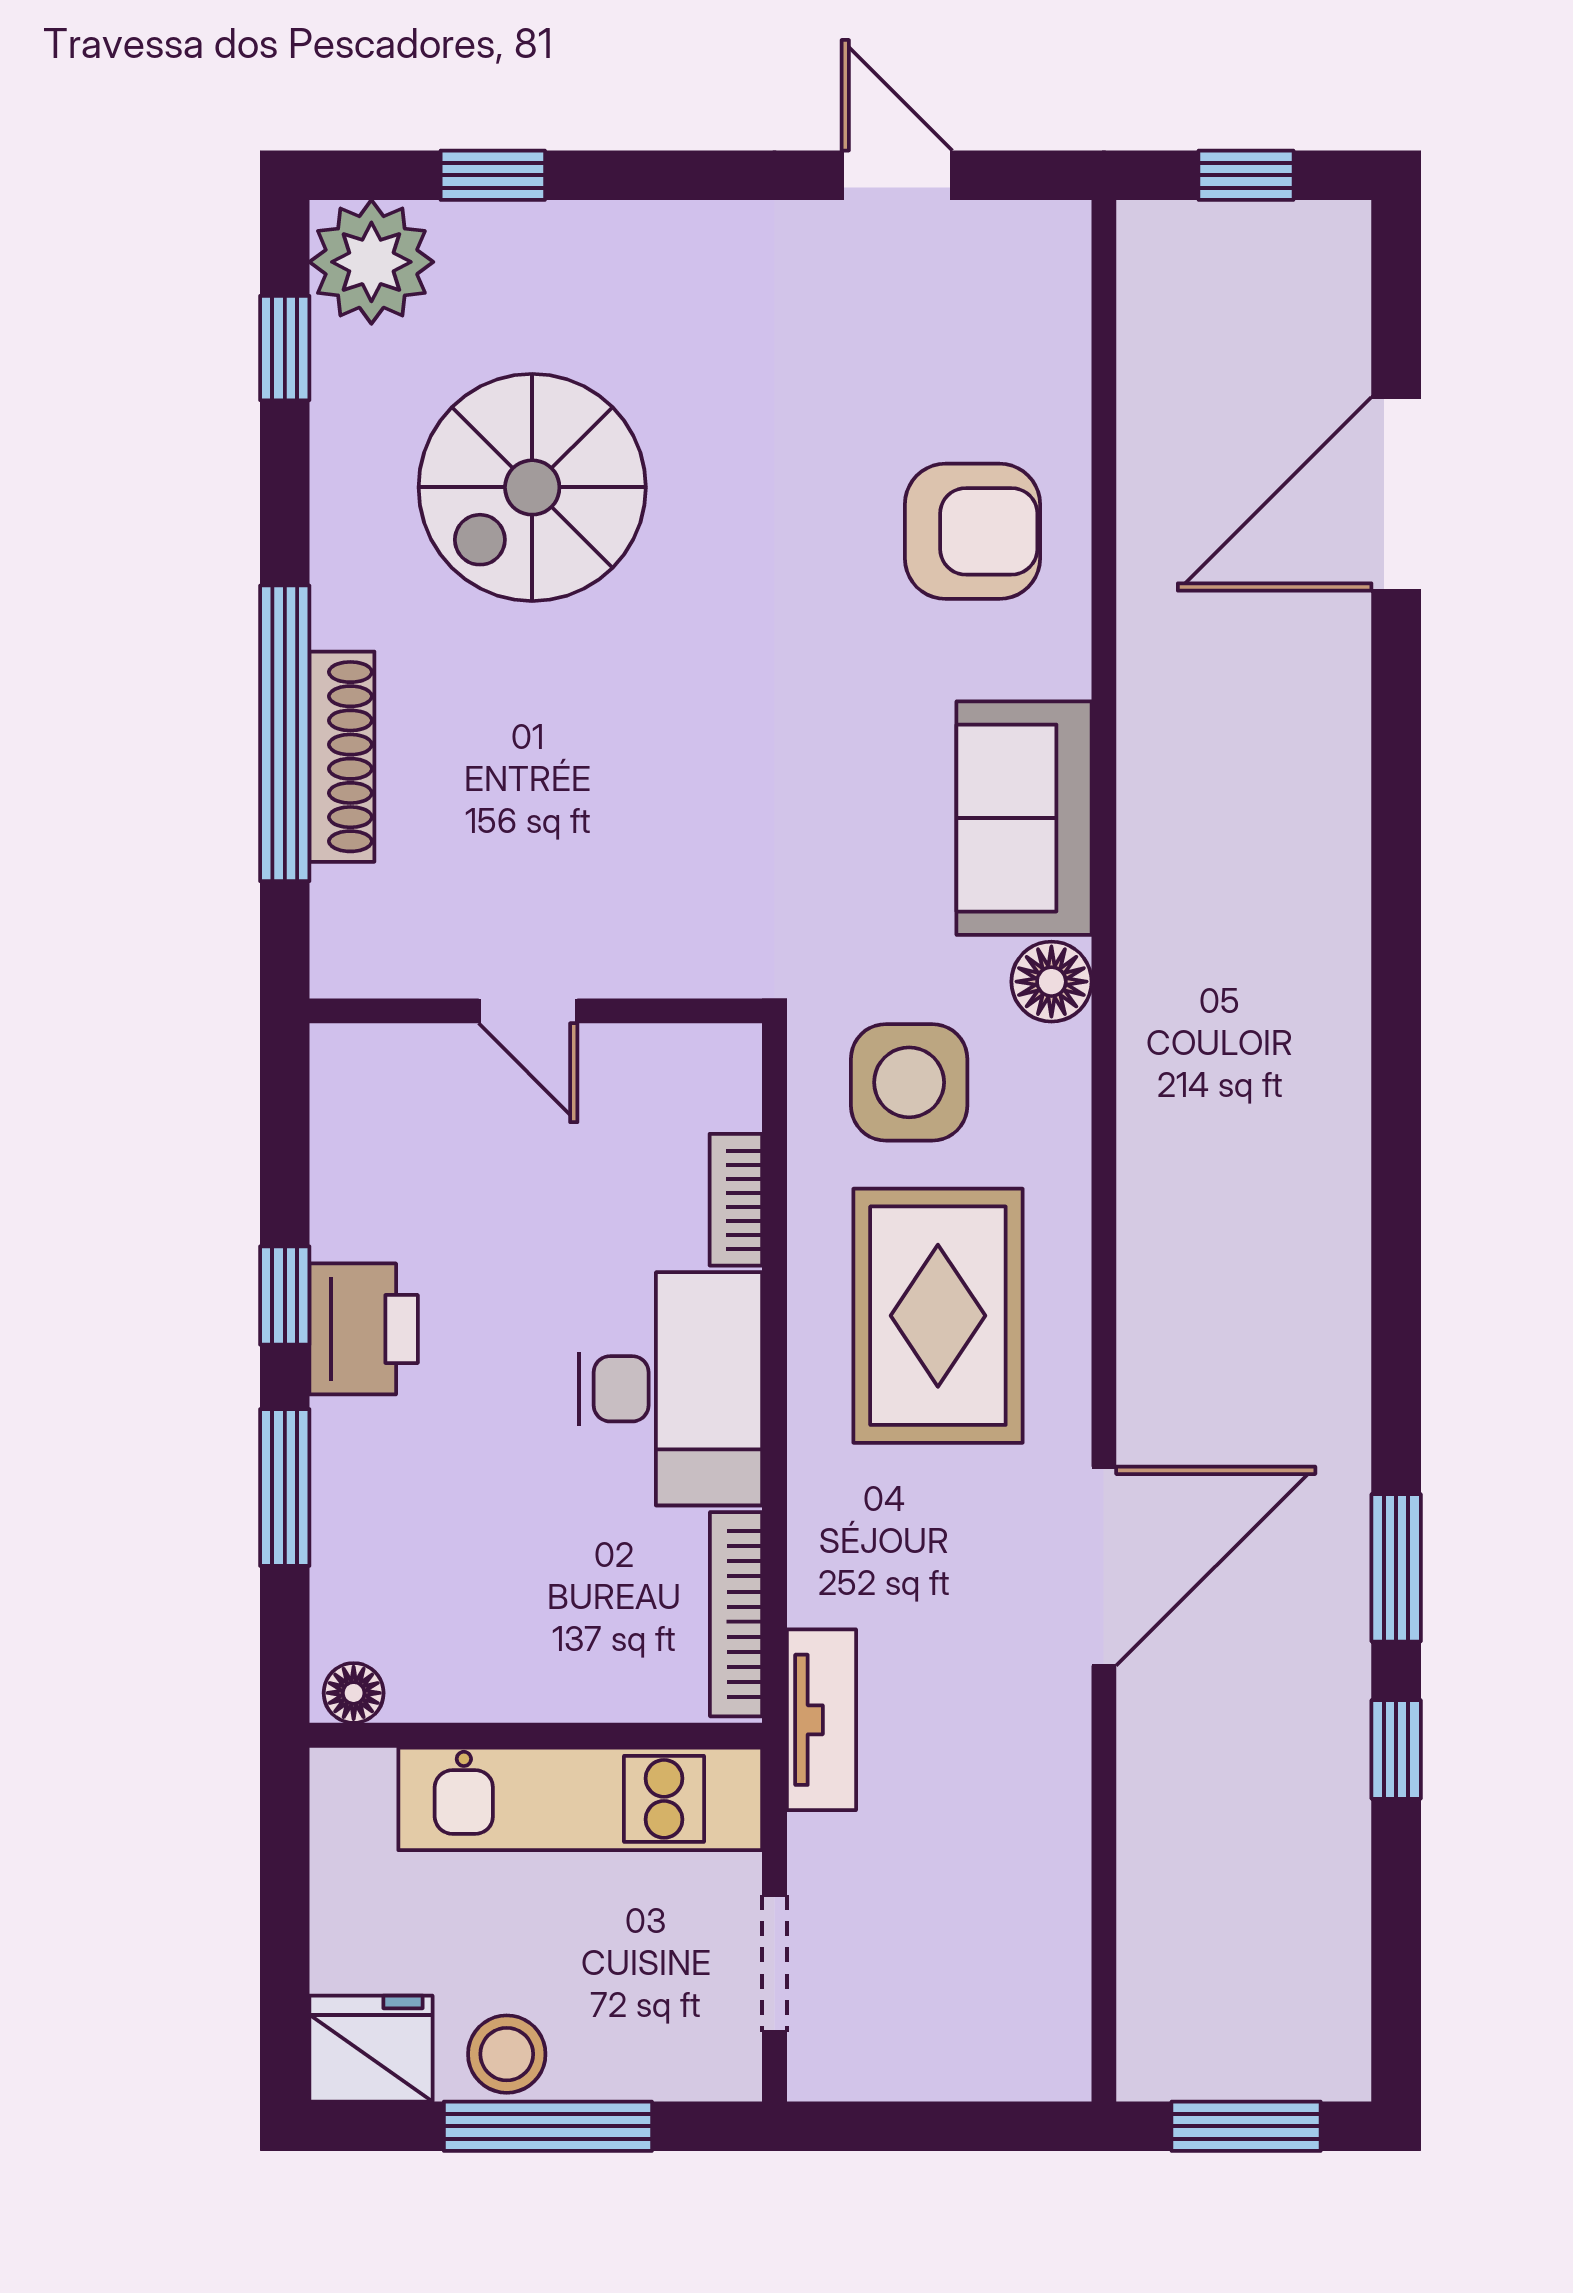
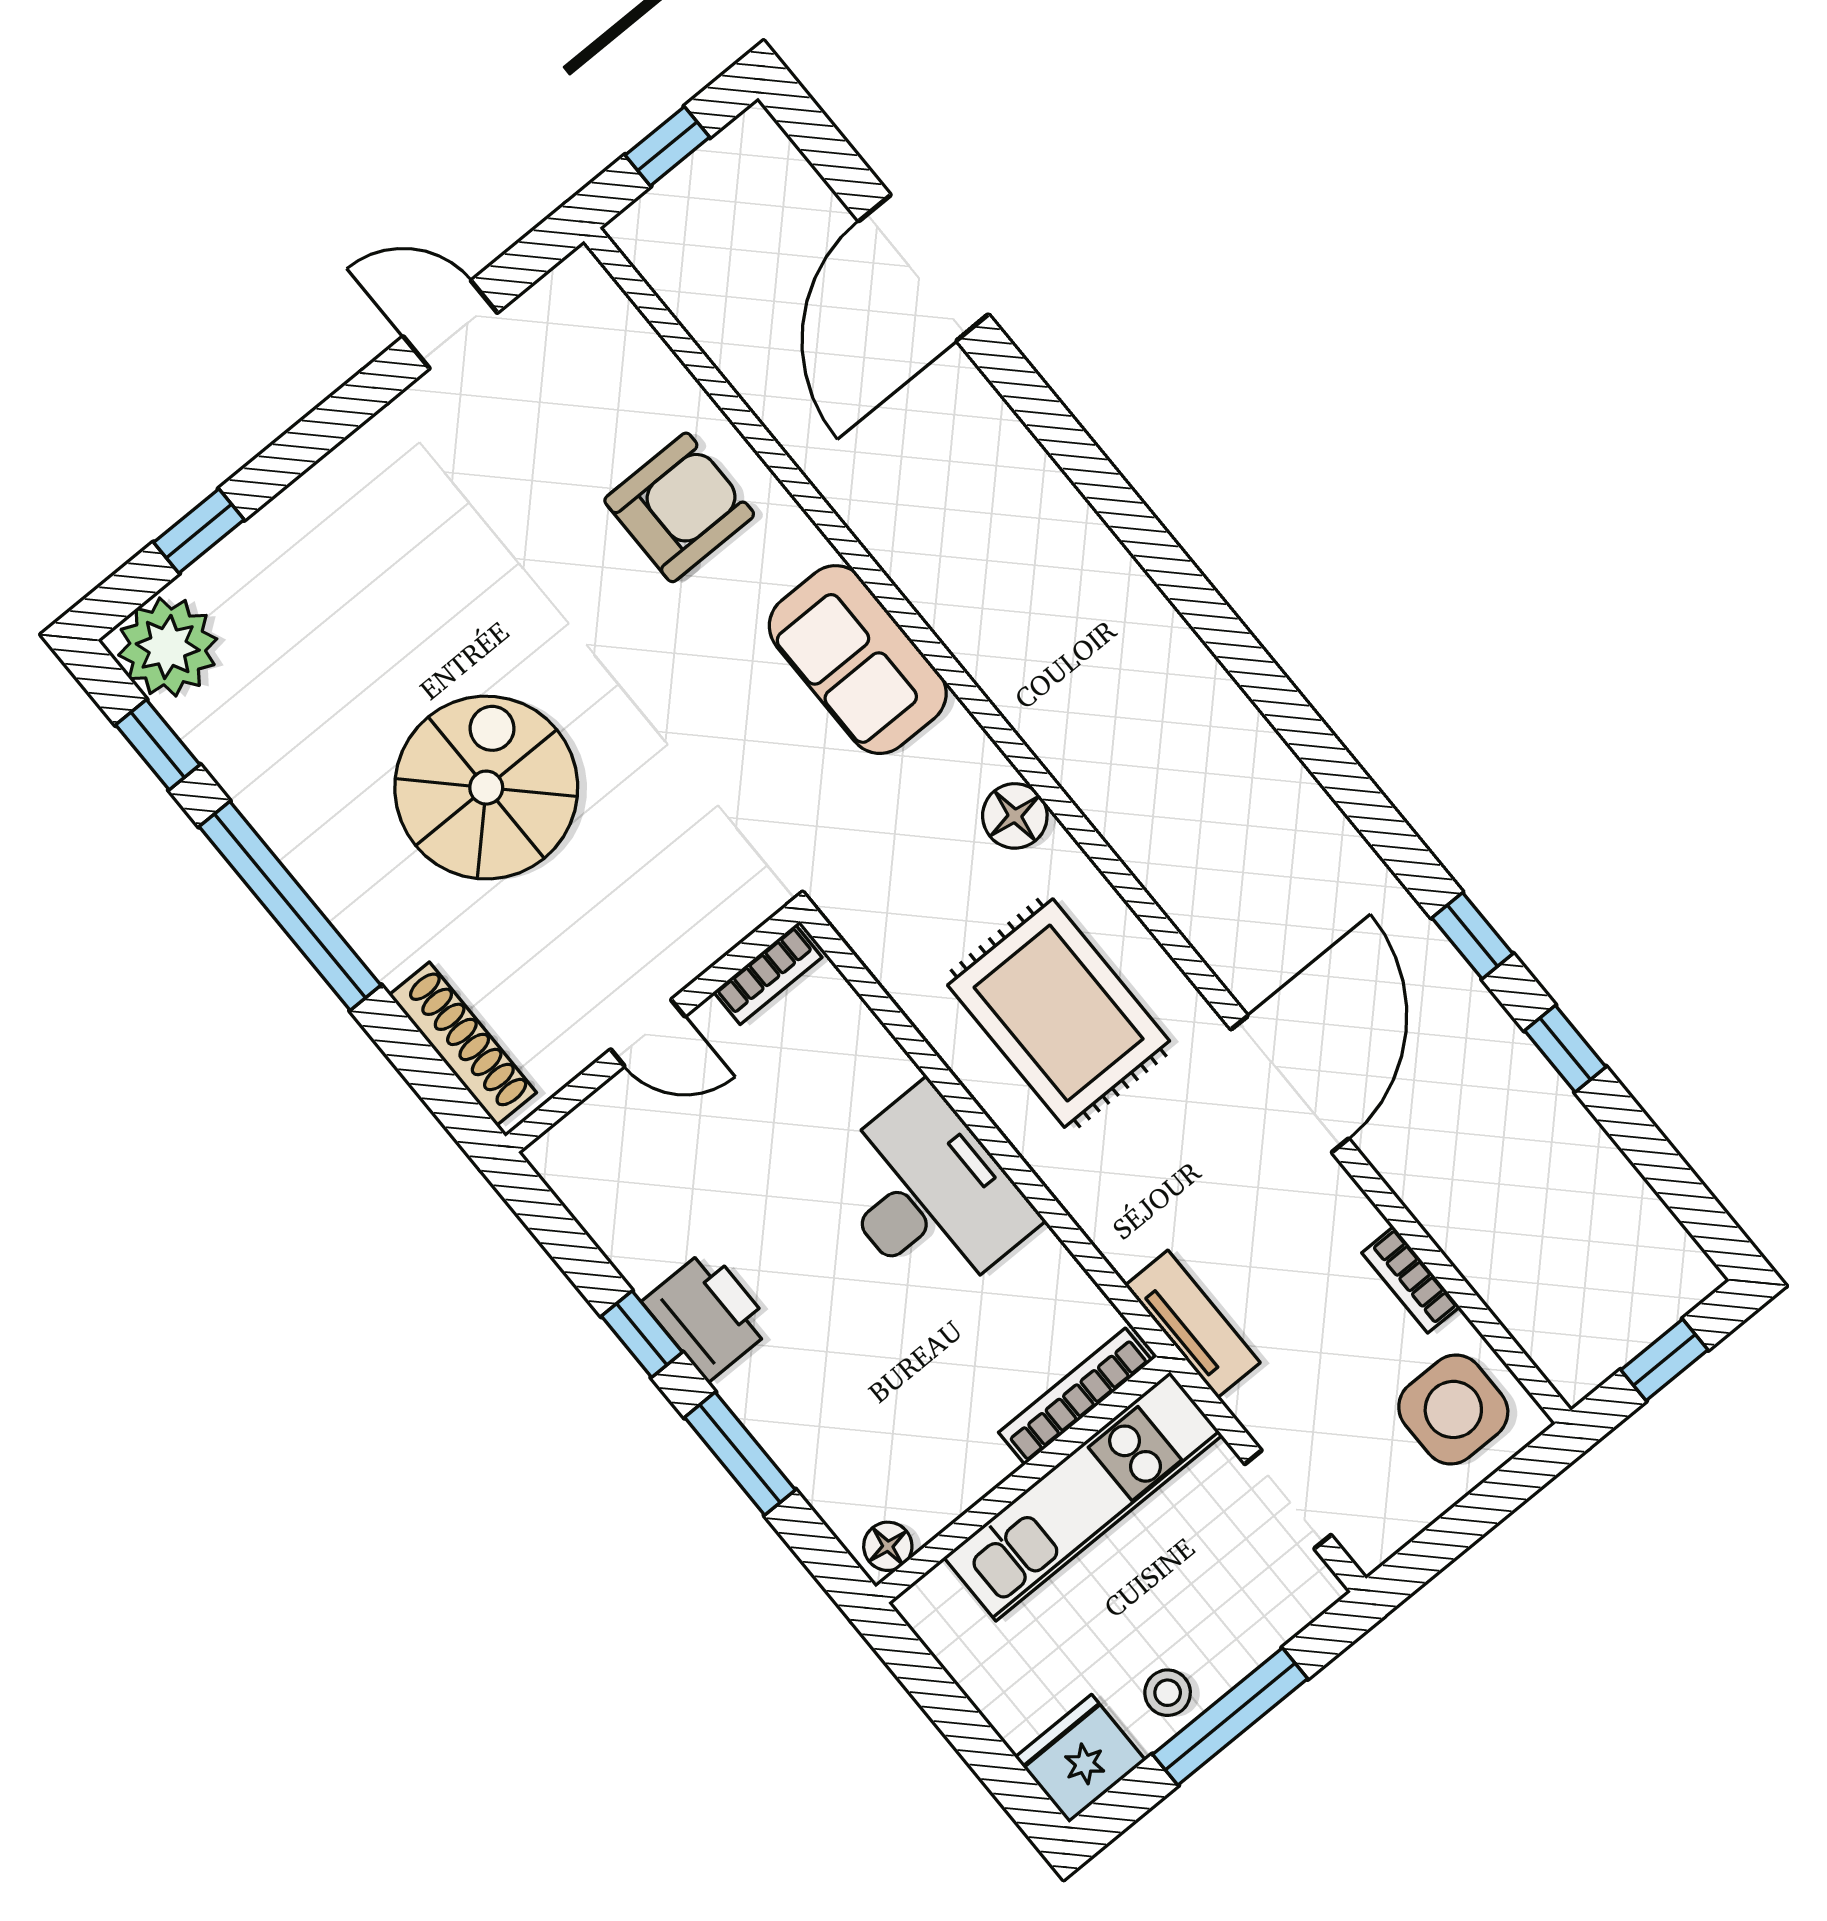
spiral stairs: (532, 487) -> (486, 788), moved, turned 180
window: (285, 733) -> (290, 906), moved
shoe rack: (342, 757) -> (463, 1044), moved
floor lamp: (1051, 982) -> (1015, 816), moved
side table: (909, 1082) -> (1453, 1409), moved
bookcase: (736, 1200) -> (768, 975), moved, turned -90
window: (1396, 1568) -> (1472, 936), width x0.67
bookcase: (736, 1614) -> (1075, 1396), moved, turned 90
bookcase: (1066, 1849) -> (1411, 1280), added
stool: (507, 2054) -> (1168, 1693), width x0.73, depth x0.73
window: (1246, 2126) -> (1664, 1360), width x0.67

